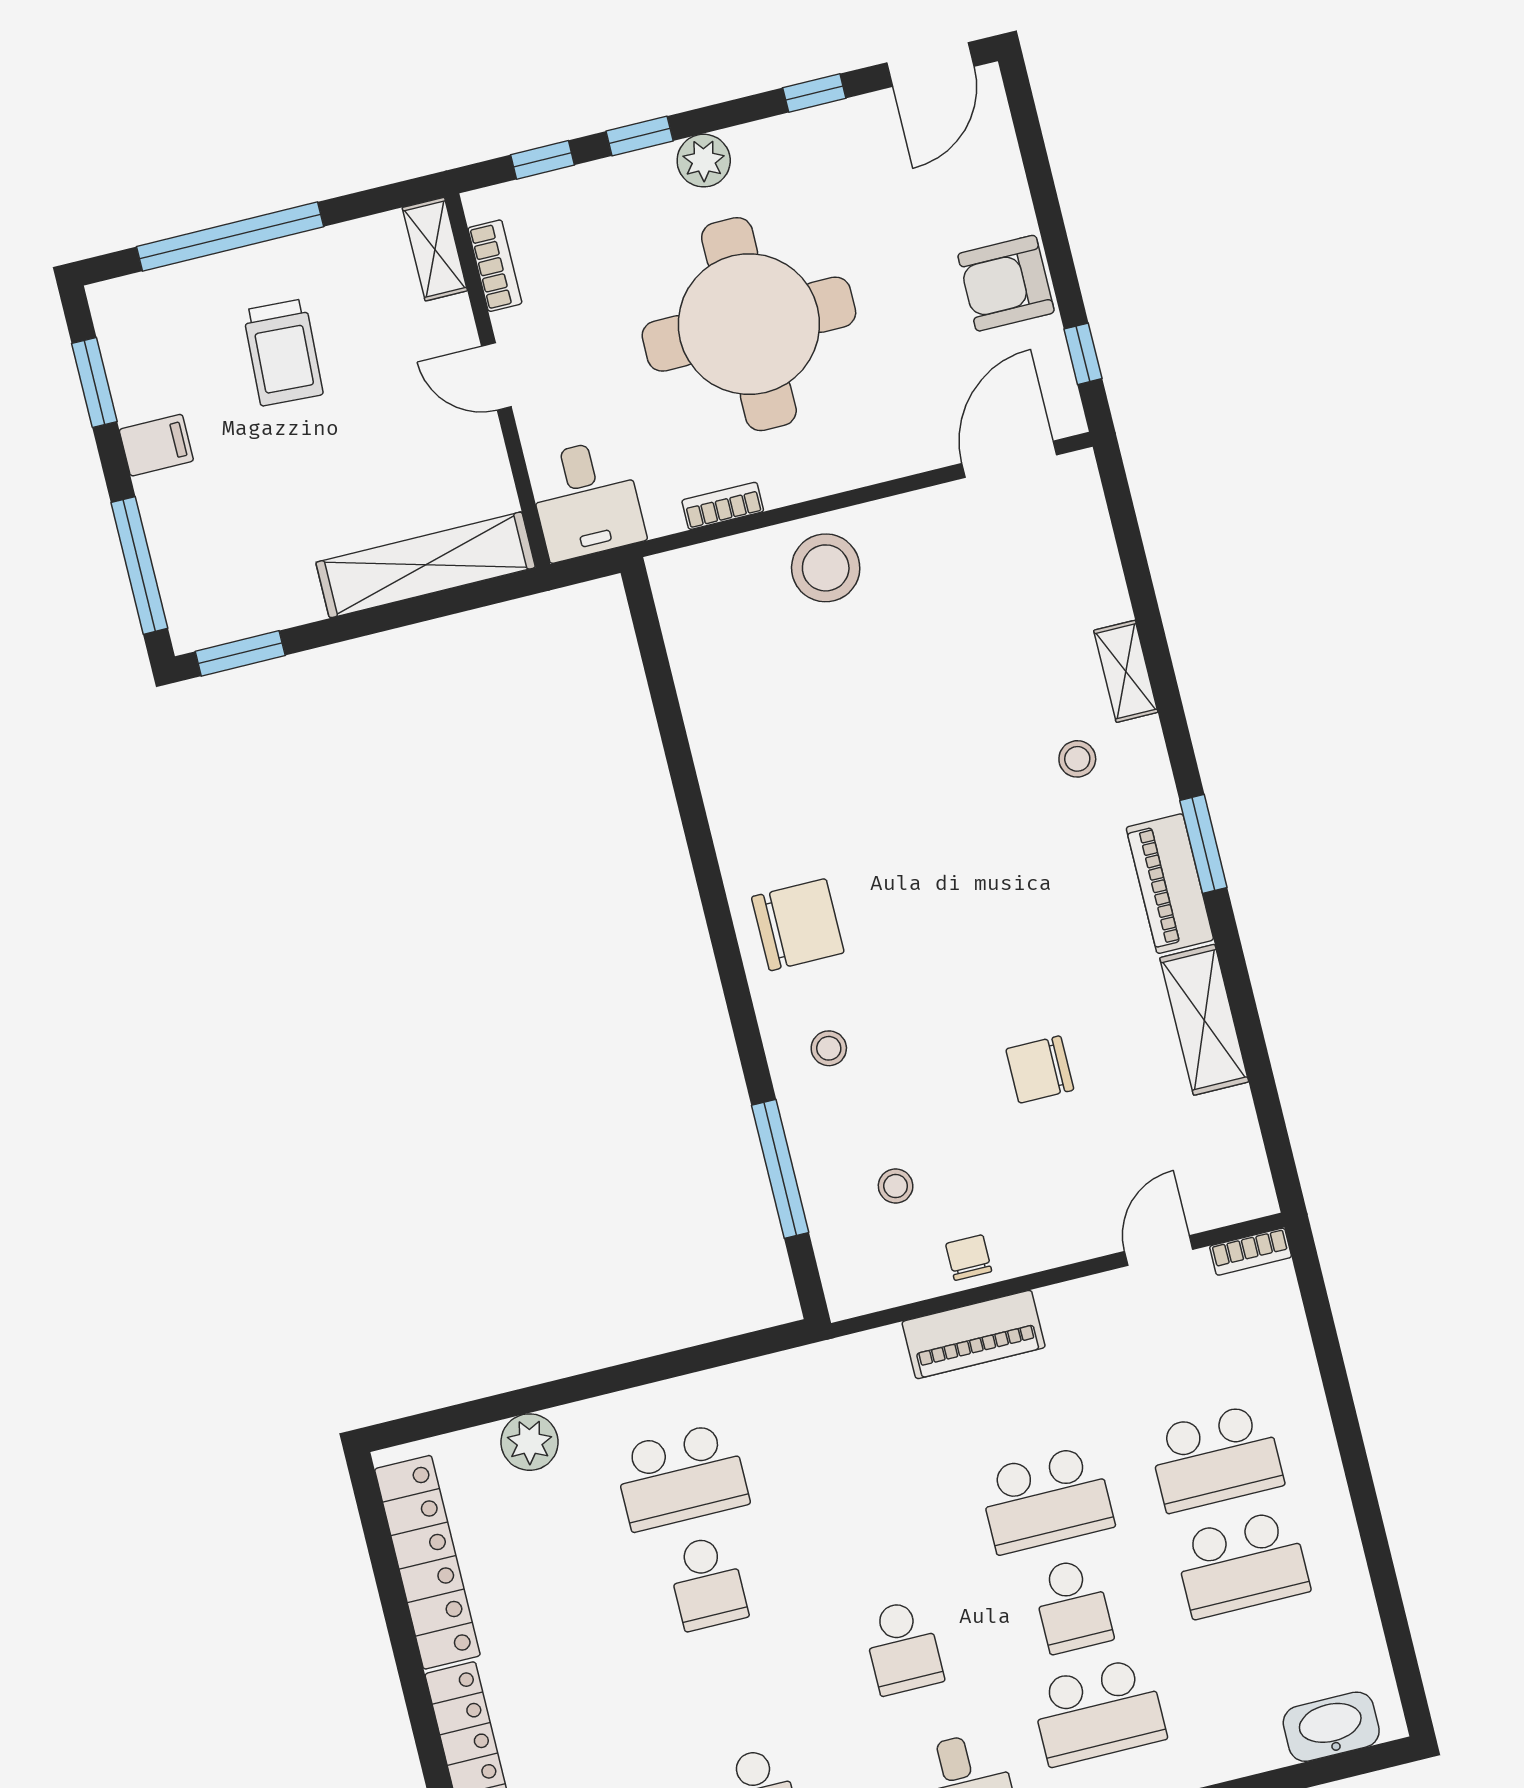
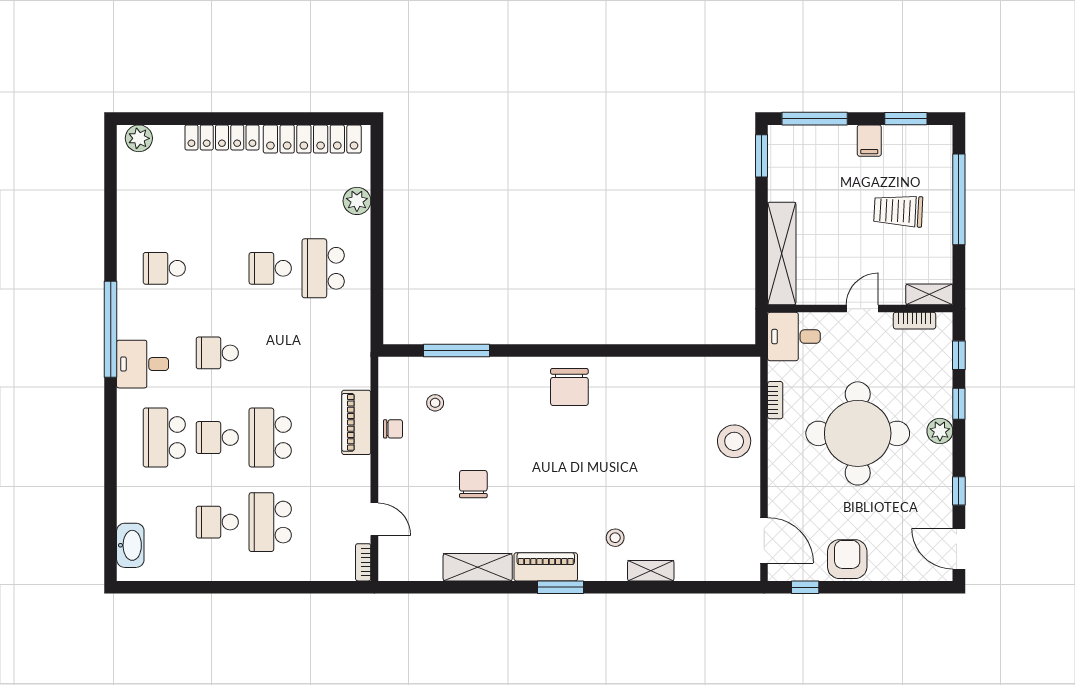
stool: (829, 1048) -> (508, 387), removed
school desk: (1242, 1564) -> (217, 522), width x0.54

